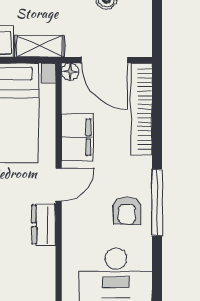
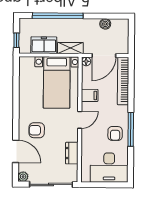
door: (104, 60) -> (104, 56), hinge flipped
filing cabinet: (77, 137) -> (90, 95), width x0.50
dresser: (44, 225) -> (72, 153), moved

